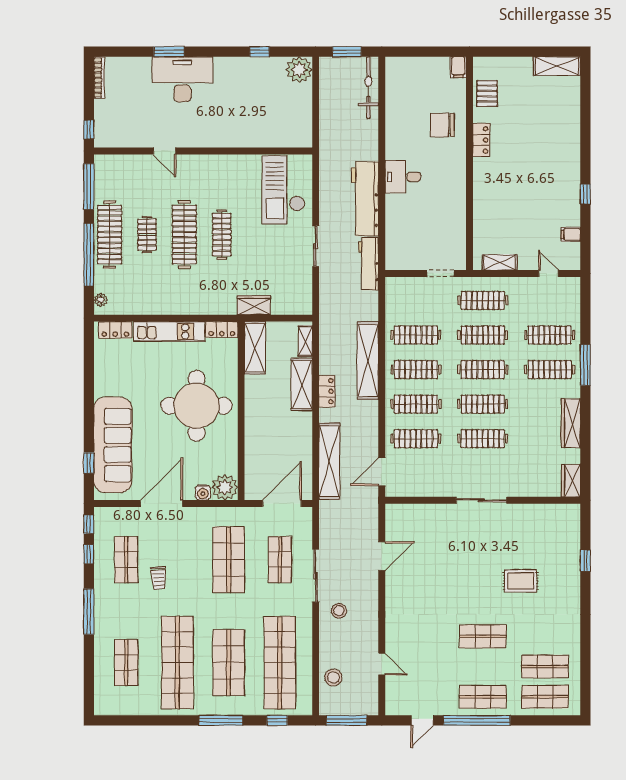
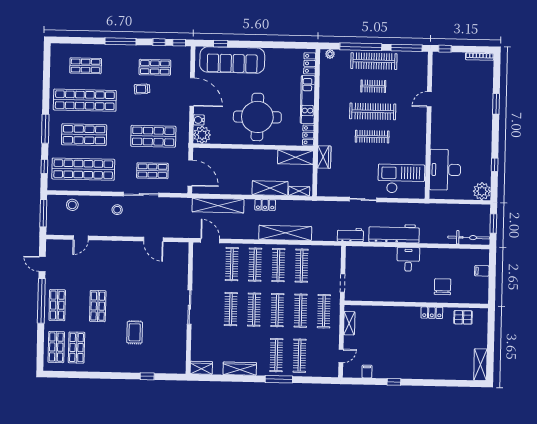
filing cabinet: (458, 67) -> (482, 271), moved
desk: (182, 79) -> (445, 170), moved, turned 180
workbench: (369, 264) -> (350, 235), width x0.73

